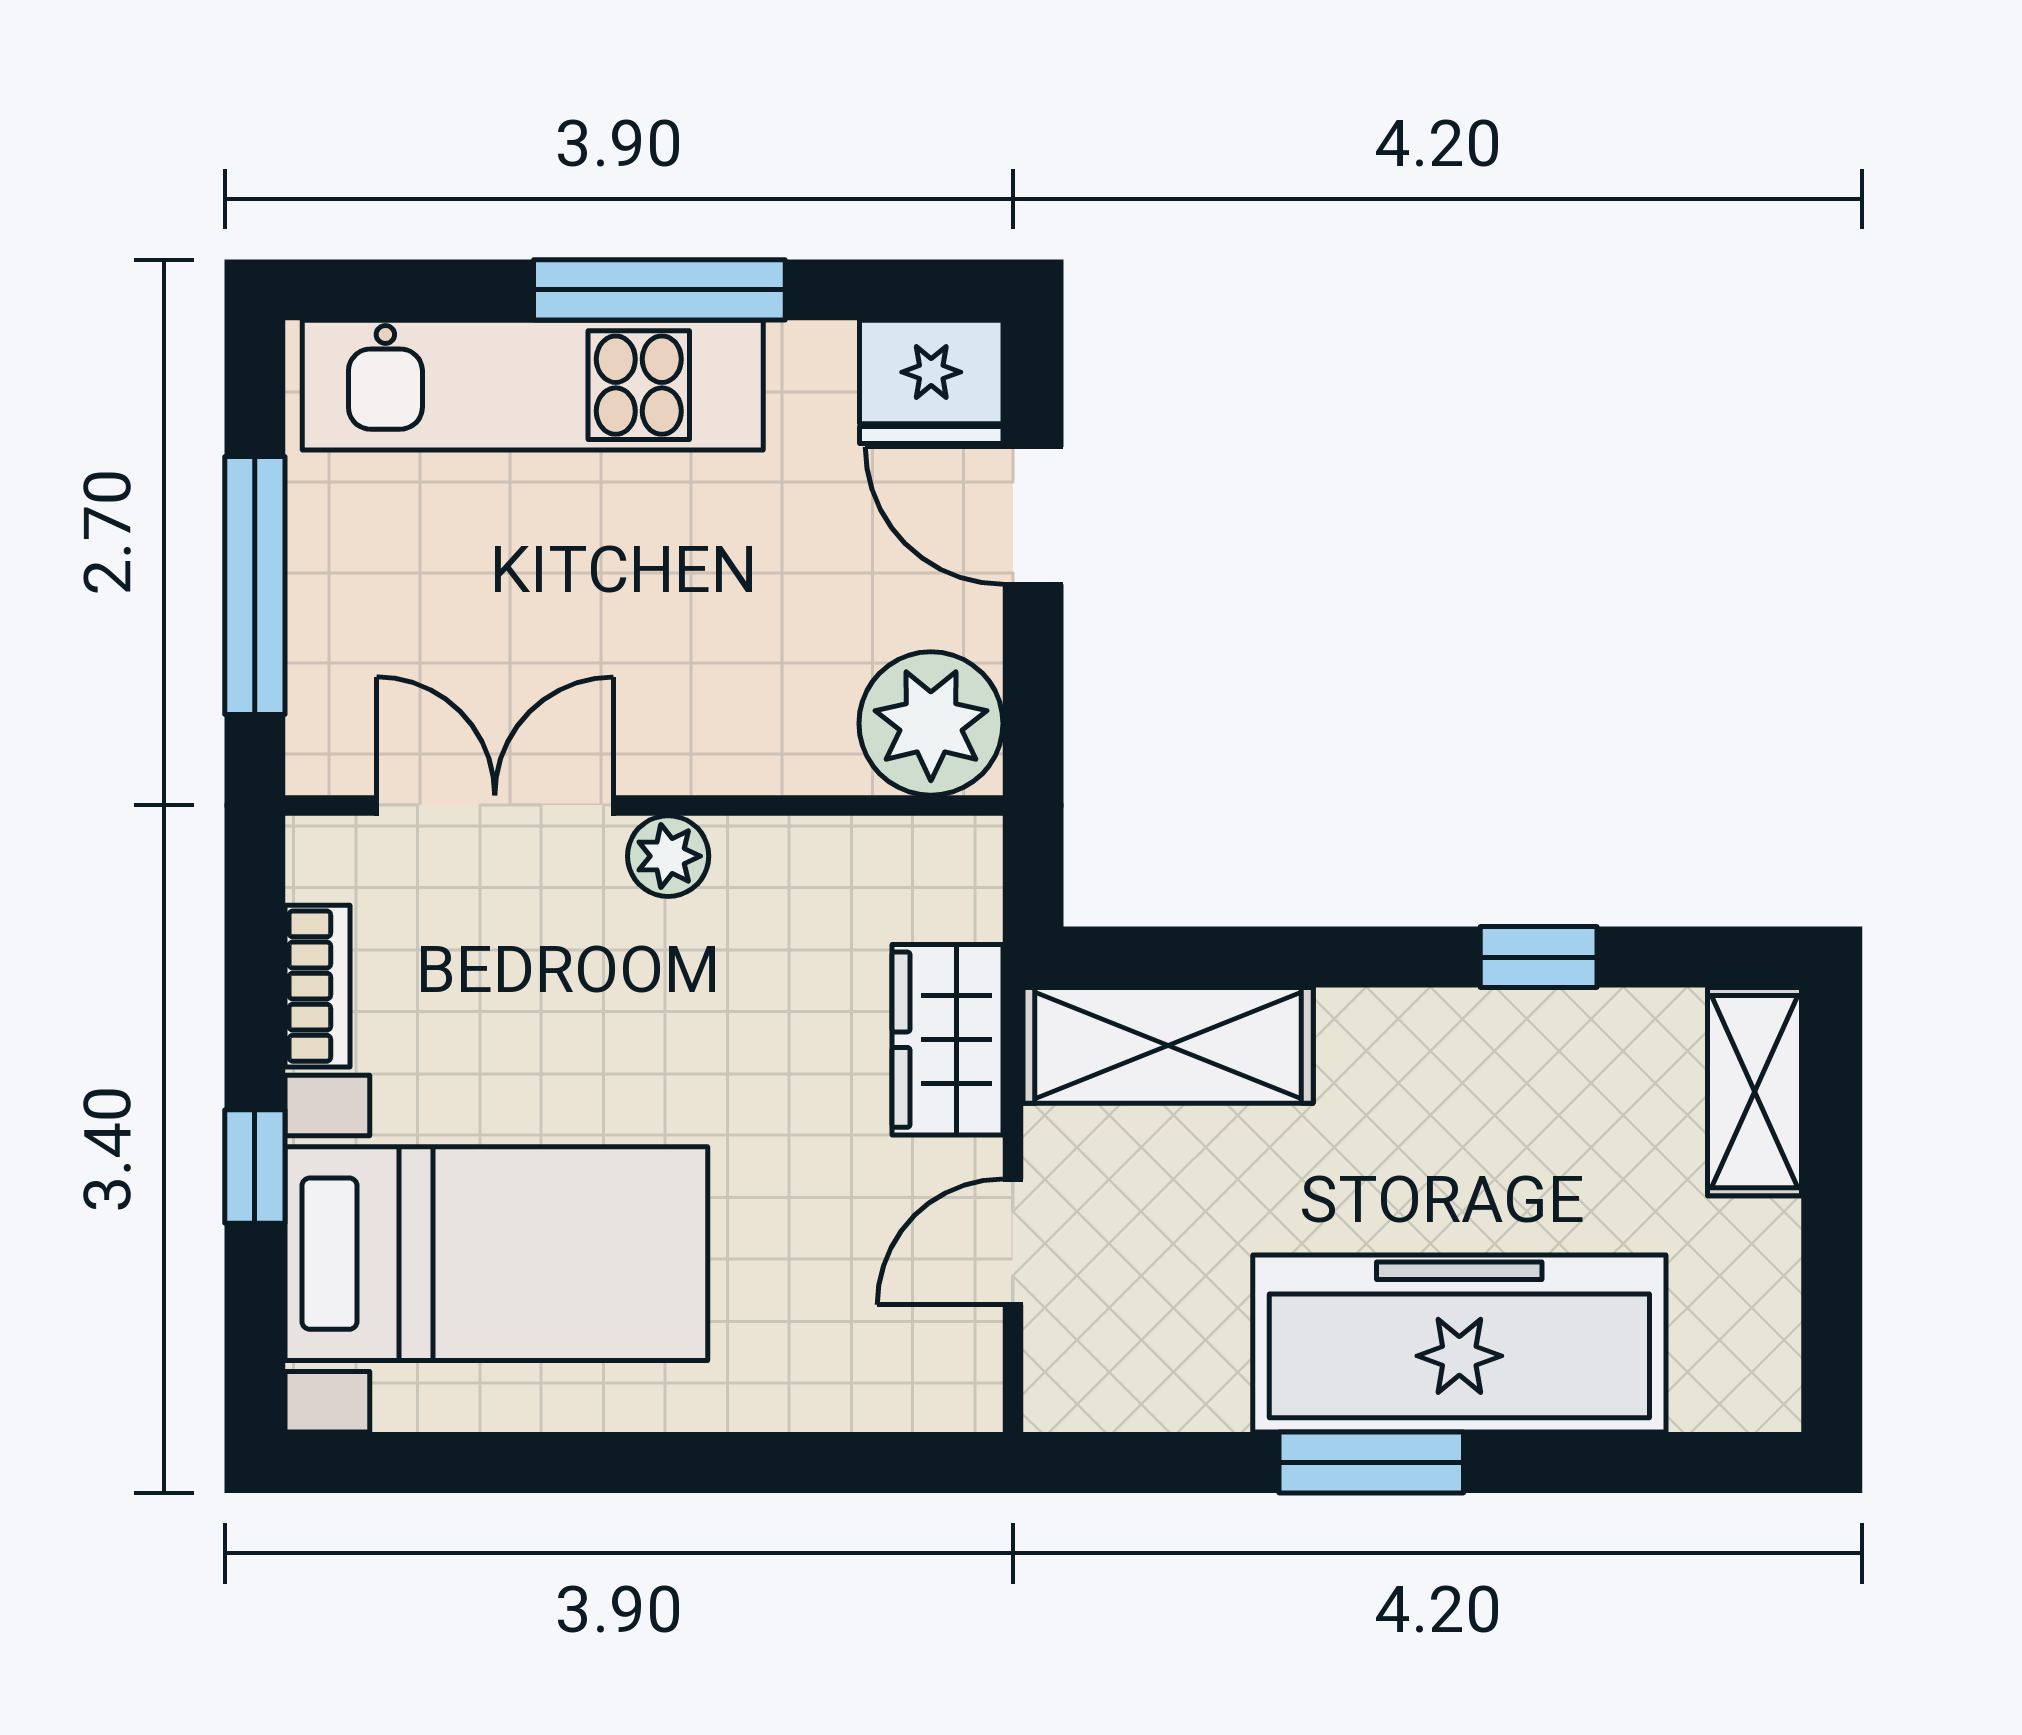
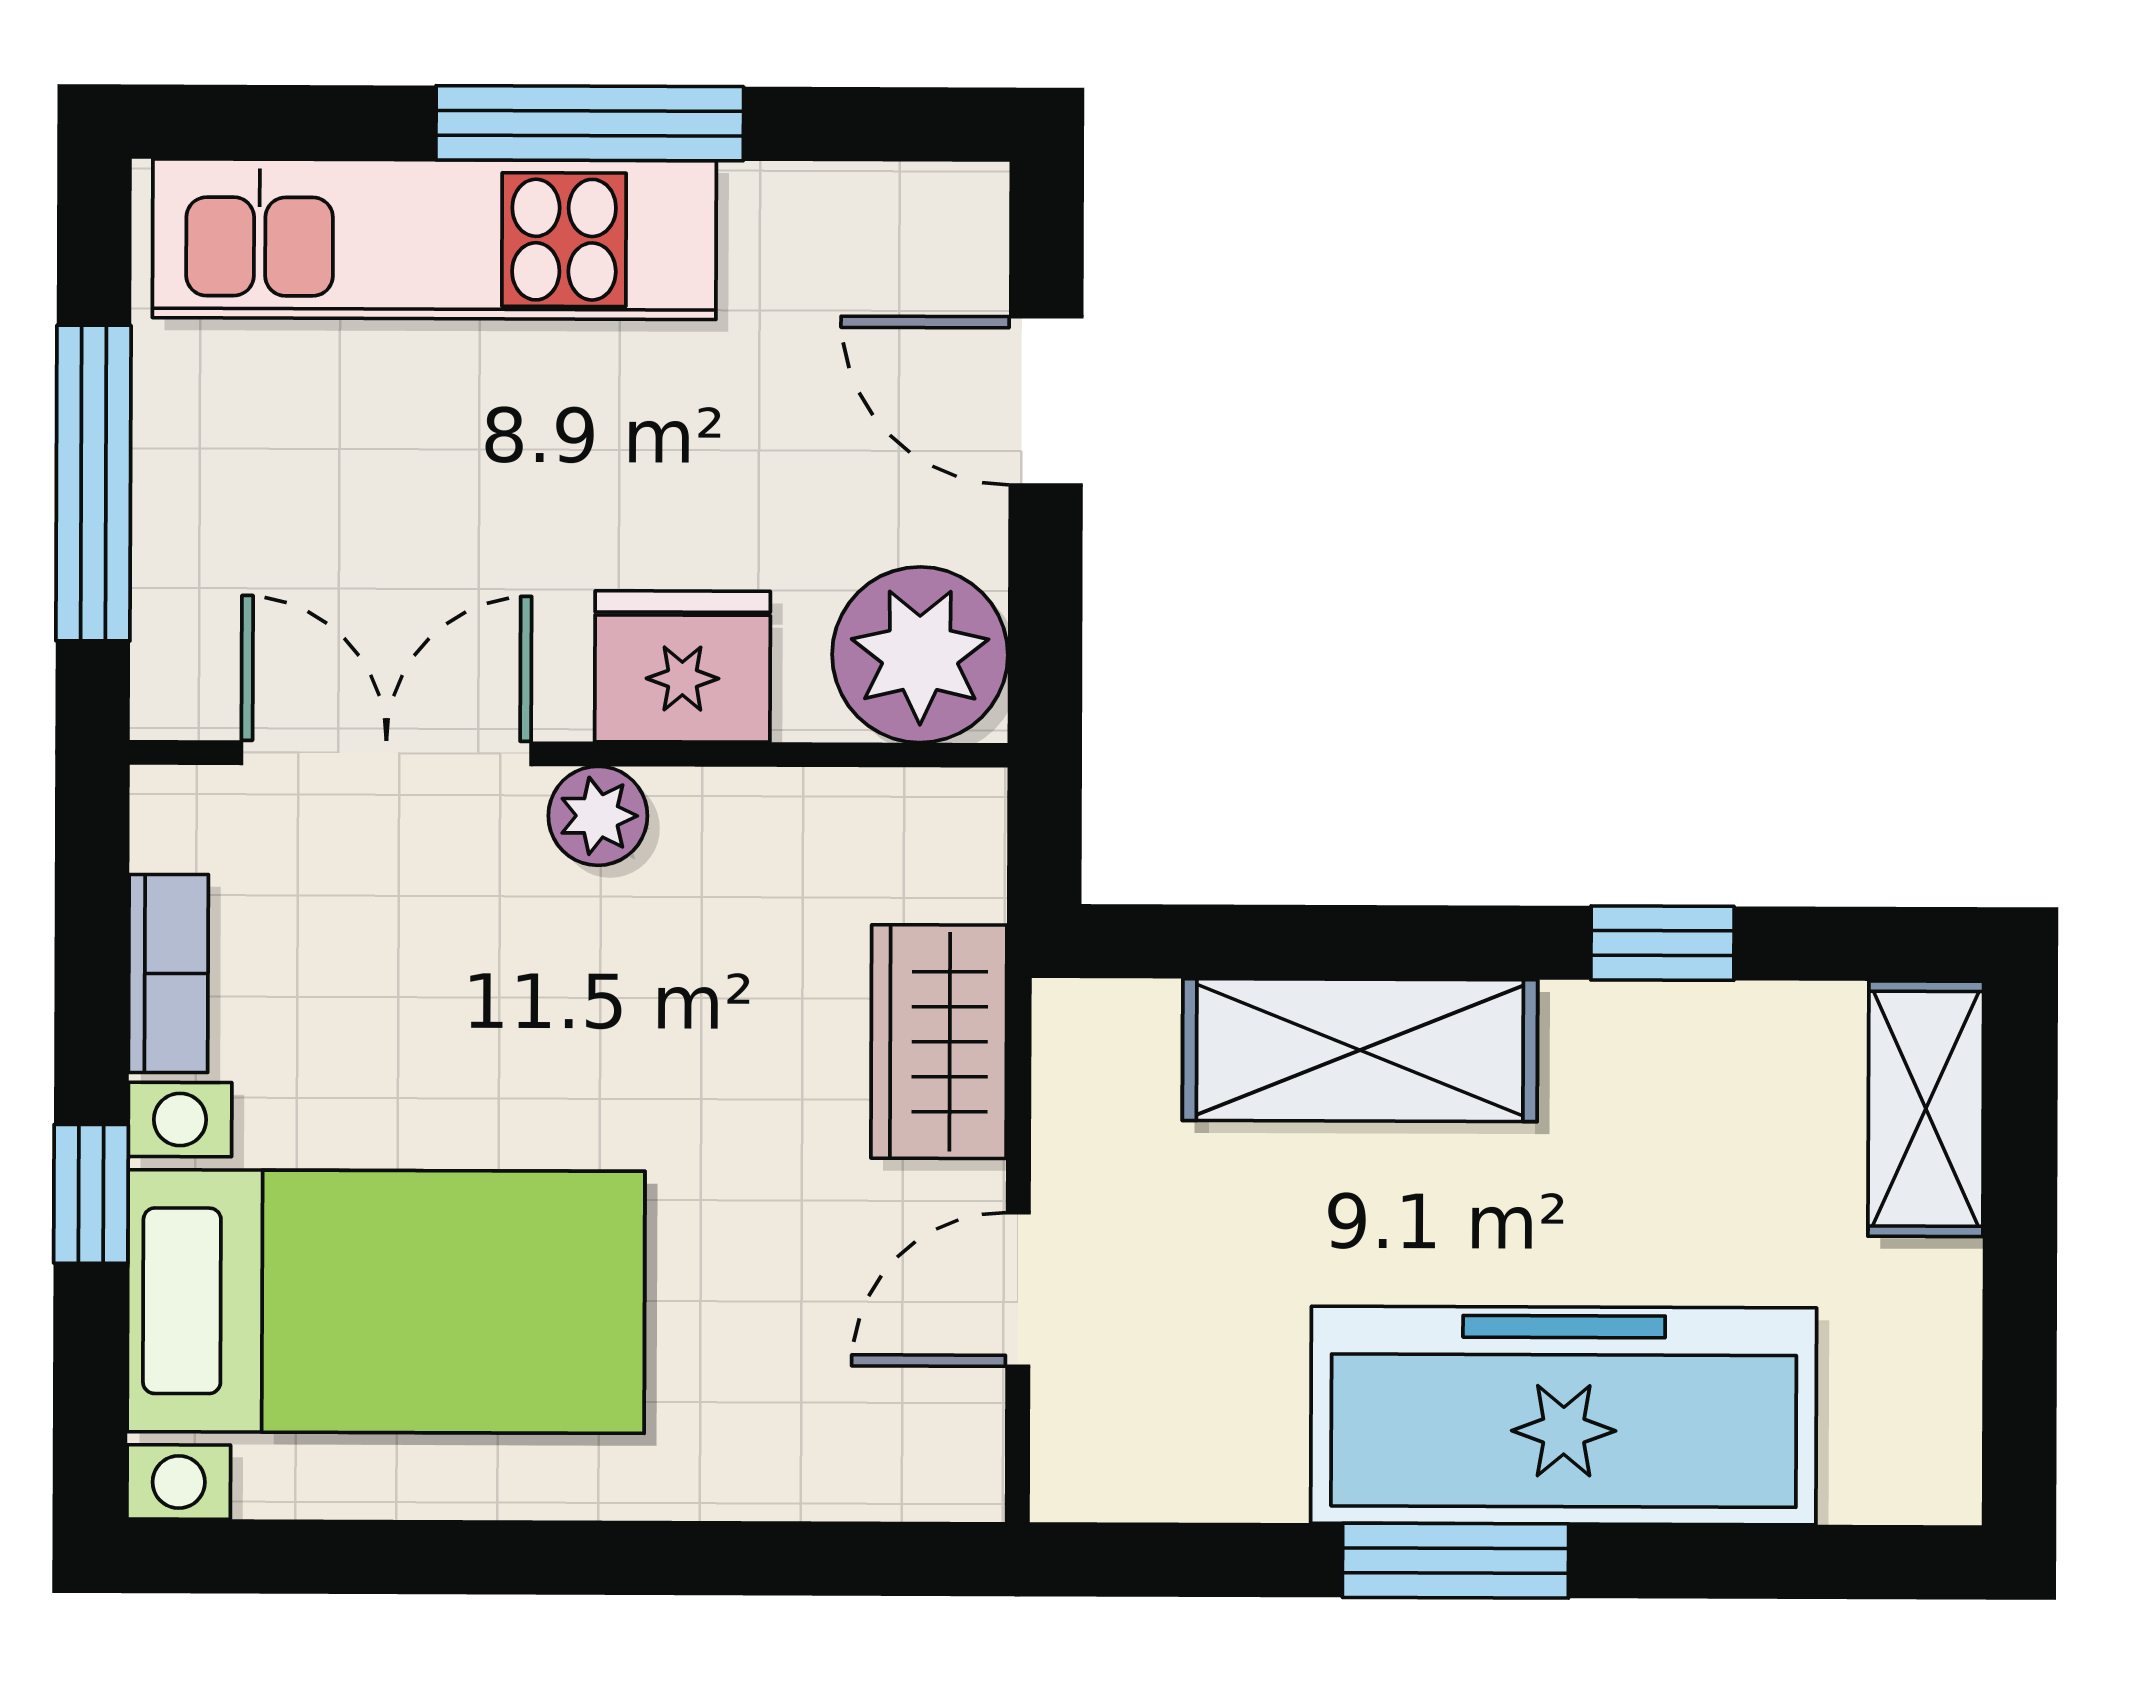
fridge: (931, 382) -> (682, 666), moved, turned 180
shelving: (1168, 1045) -> (1360, 1050), moved

